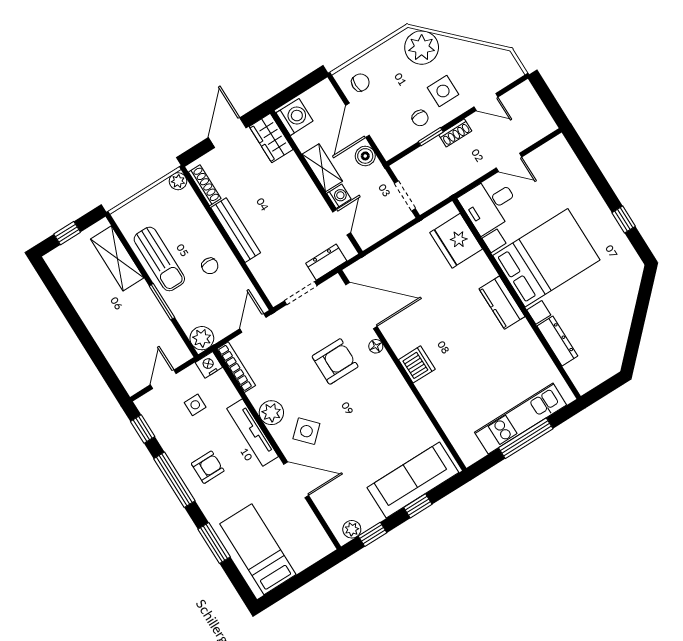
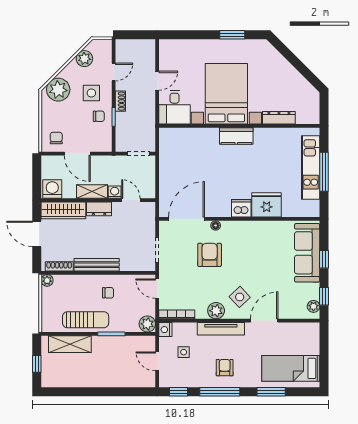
plant: (480, 56) -> (84, 59), added
wardrobe: (271, 138) -> (63, 210), width x1.50
boiler: (365, 156) -> (101, 162), removed
window: (624, 220) -> (232, 35), width x1.50
fridge: (456, 241) -> (267, 205), moved, turned 180
dresser: (326, 262) -> (99, 209), moved, turned -90

